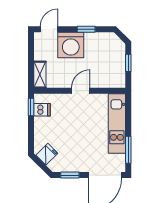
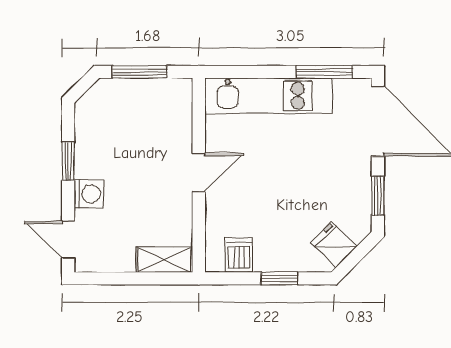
washing machine: (71, 45) -> (89, 194), width x0.53, depth x0.53
window: (128, 63) -> (140, 72), width x1.50
door: (81, 91) -> (199, 172), swing flipped
window: (31, 107) -> (279, 278), moved

